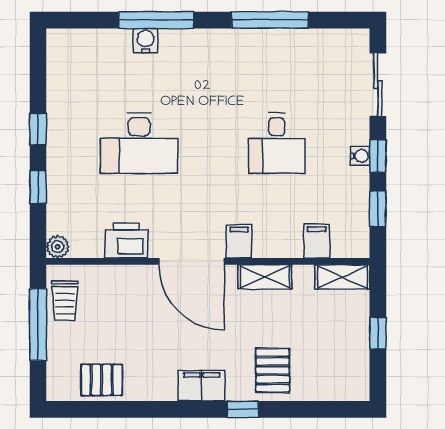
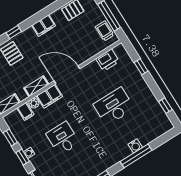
window: (38, 129) -> (165, 106), moved
printer: (126, 241) -> (108, 60), moved
filing cabinet: (239, 241) -> (49, 96), width x2.00
plant: (58, 247) -> (34, 103), moved
filing cabinet: (202, 386) -> (44, 26), moved

